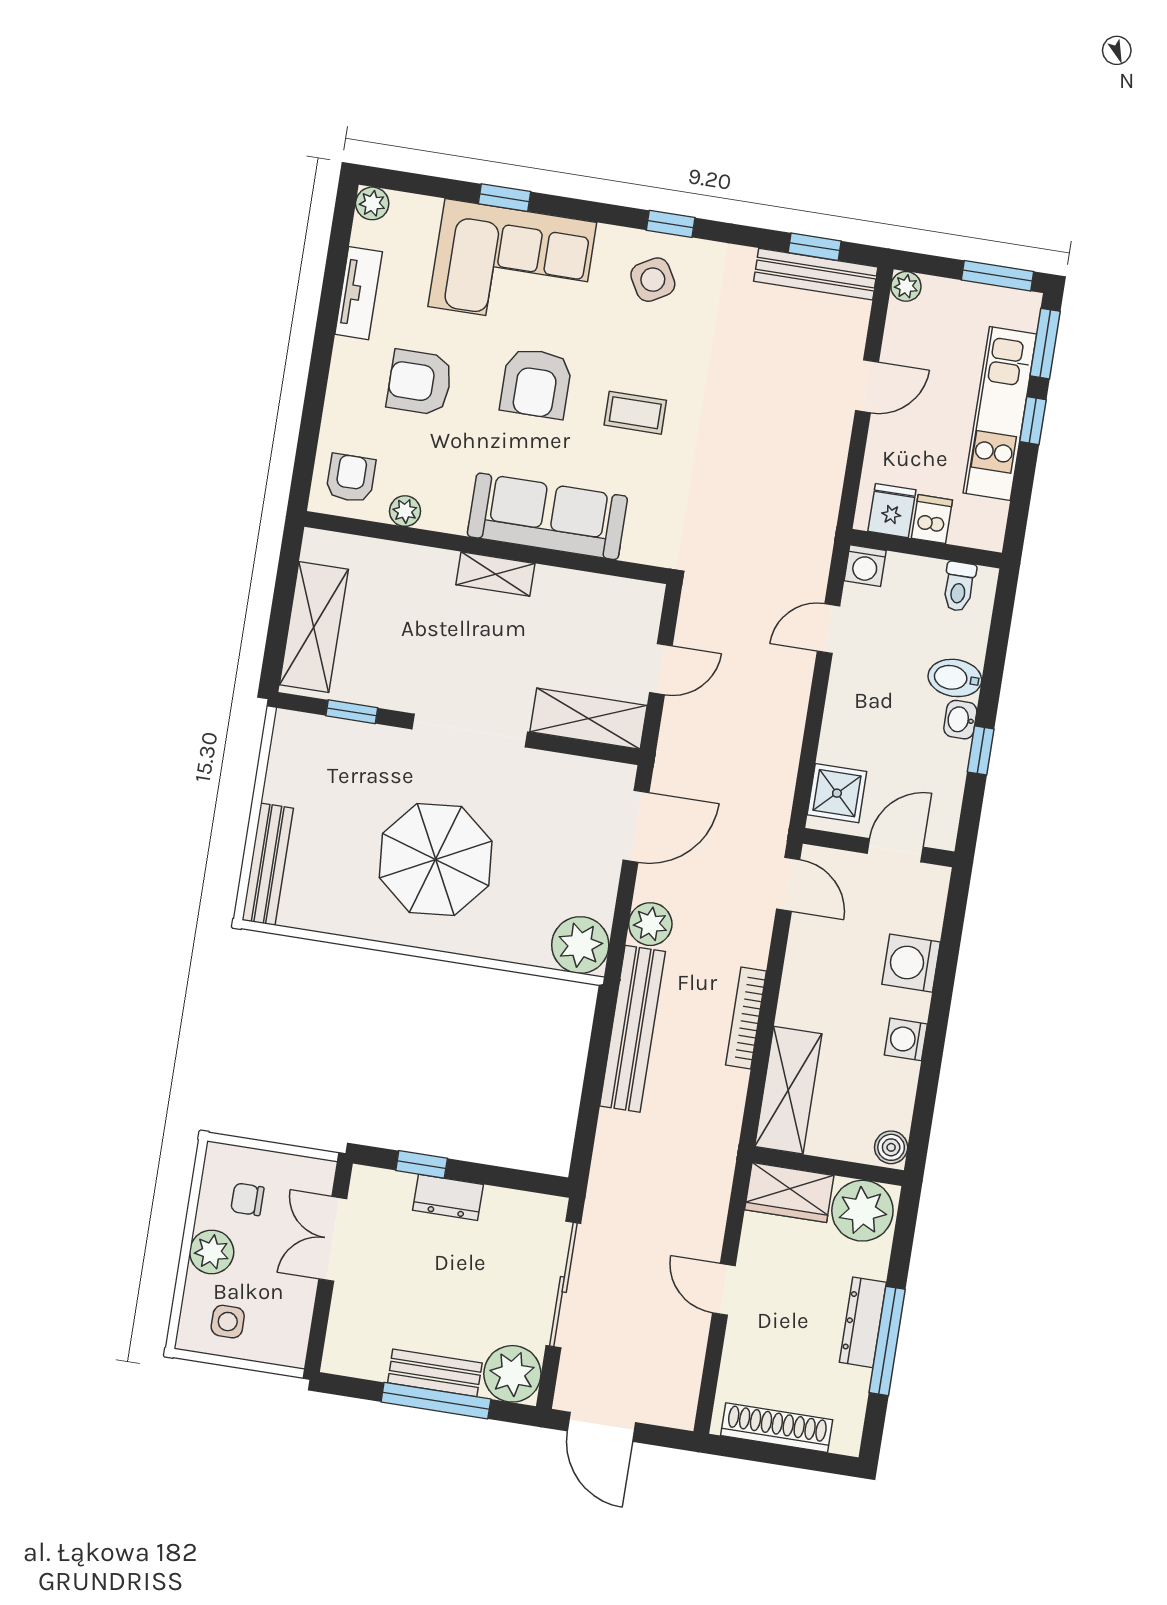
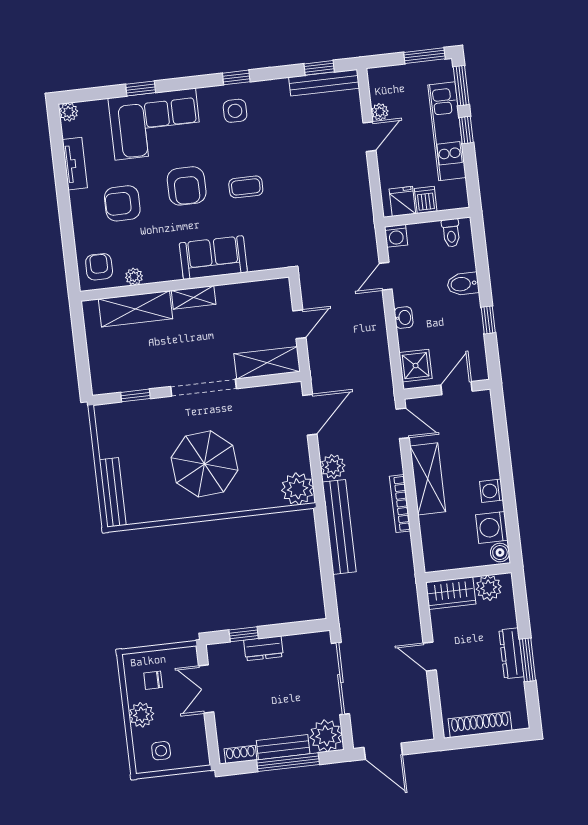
side table: (653, 280) -> (235, 111), turned 30
plant: (906, 286) -> (380, 112), moved
sofa: (547, 516) -> (213, 258), width x0.73
shelving: (314, 627) -> (136, 309), moved, turned 90
washbasin: (960, 720) -> (404, 318), moved, turned 180
washing machine: (911, 963) -> (492, 527), moved
shelving: (788, 1090) -> (428, 479), moved
plant: (862, 1211) -> (489, 588), width x0.73, depth x0.73
window: (887, 1341) -> (528, 660), width x0.69
shoe rack: (360, 1365) -> (241, 754), added

